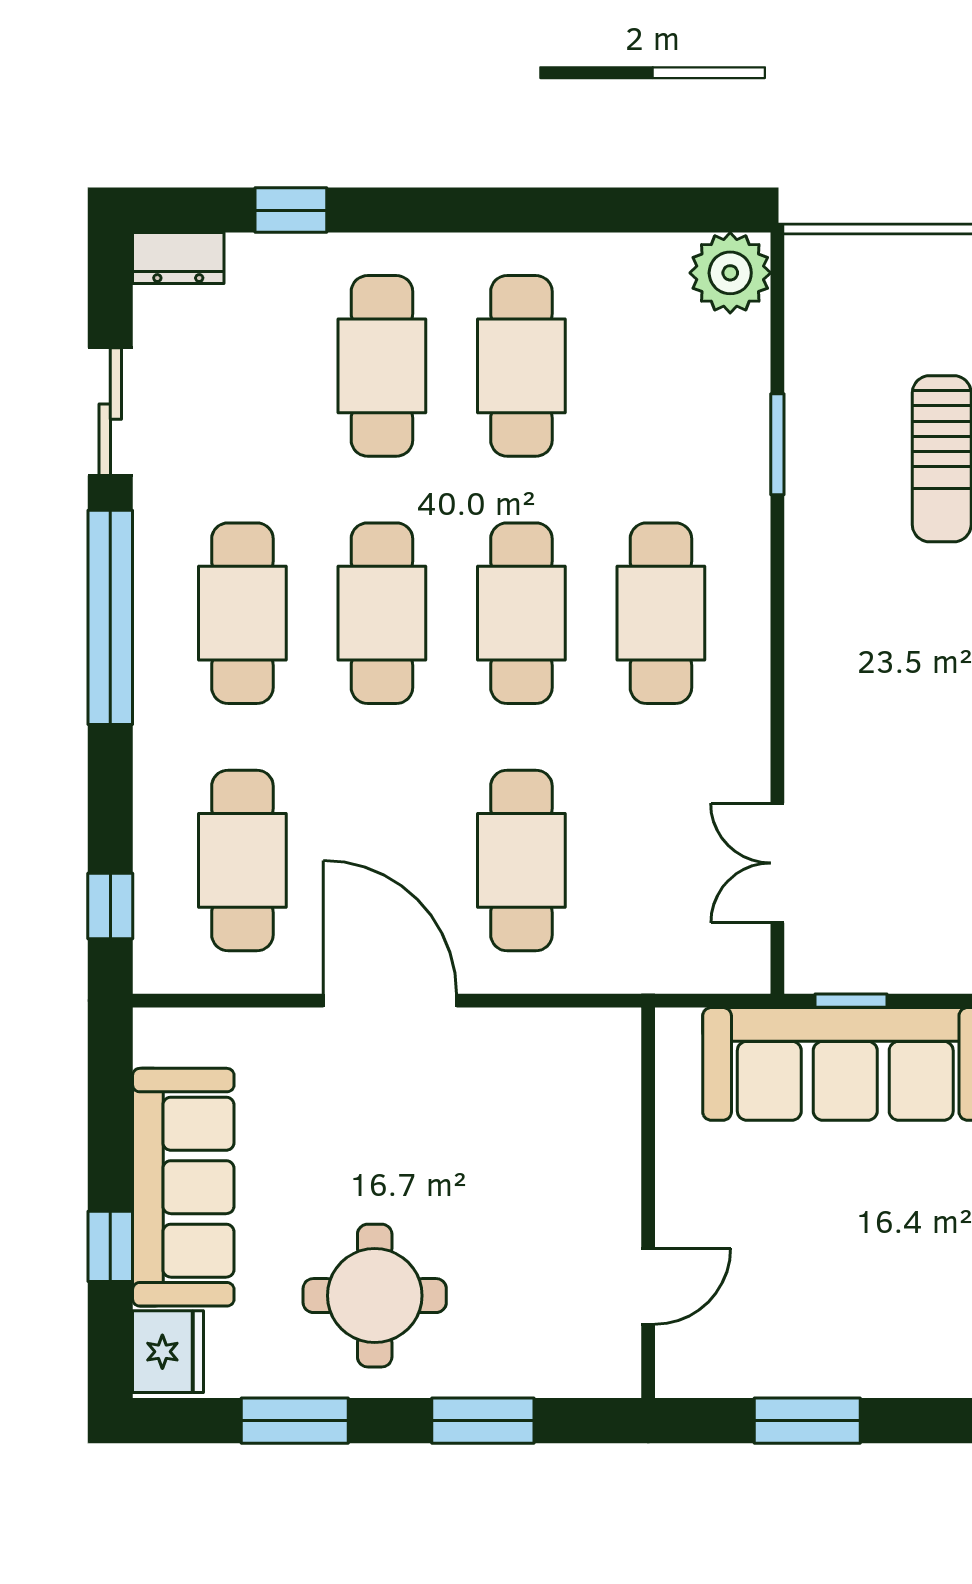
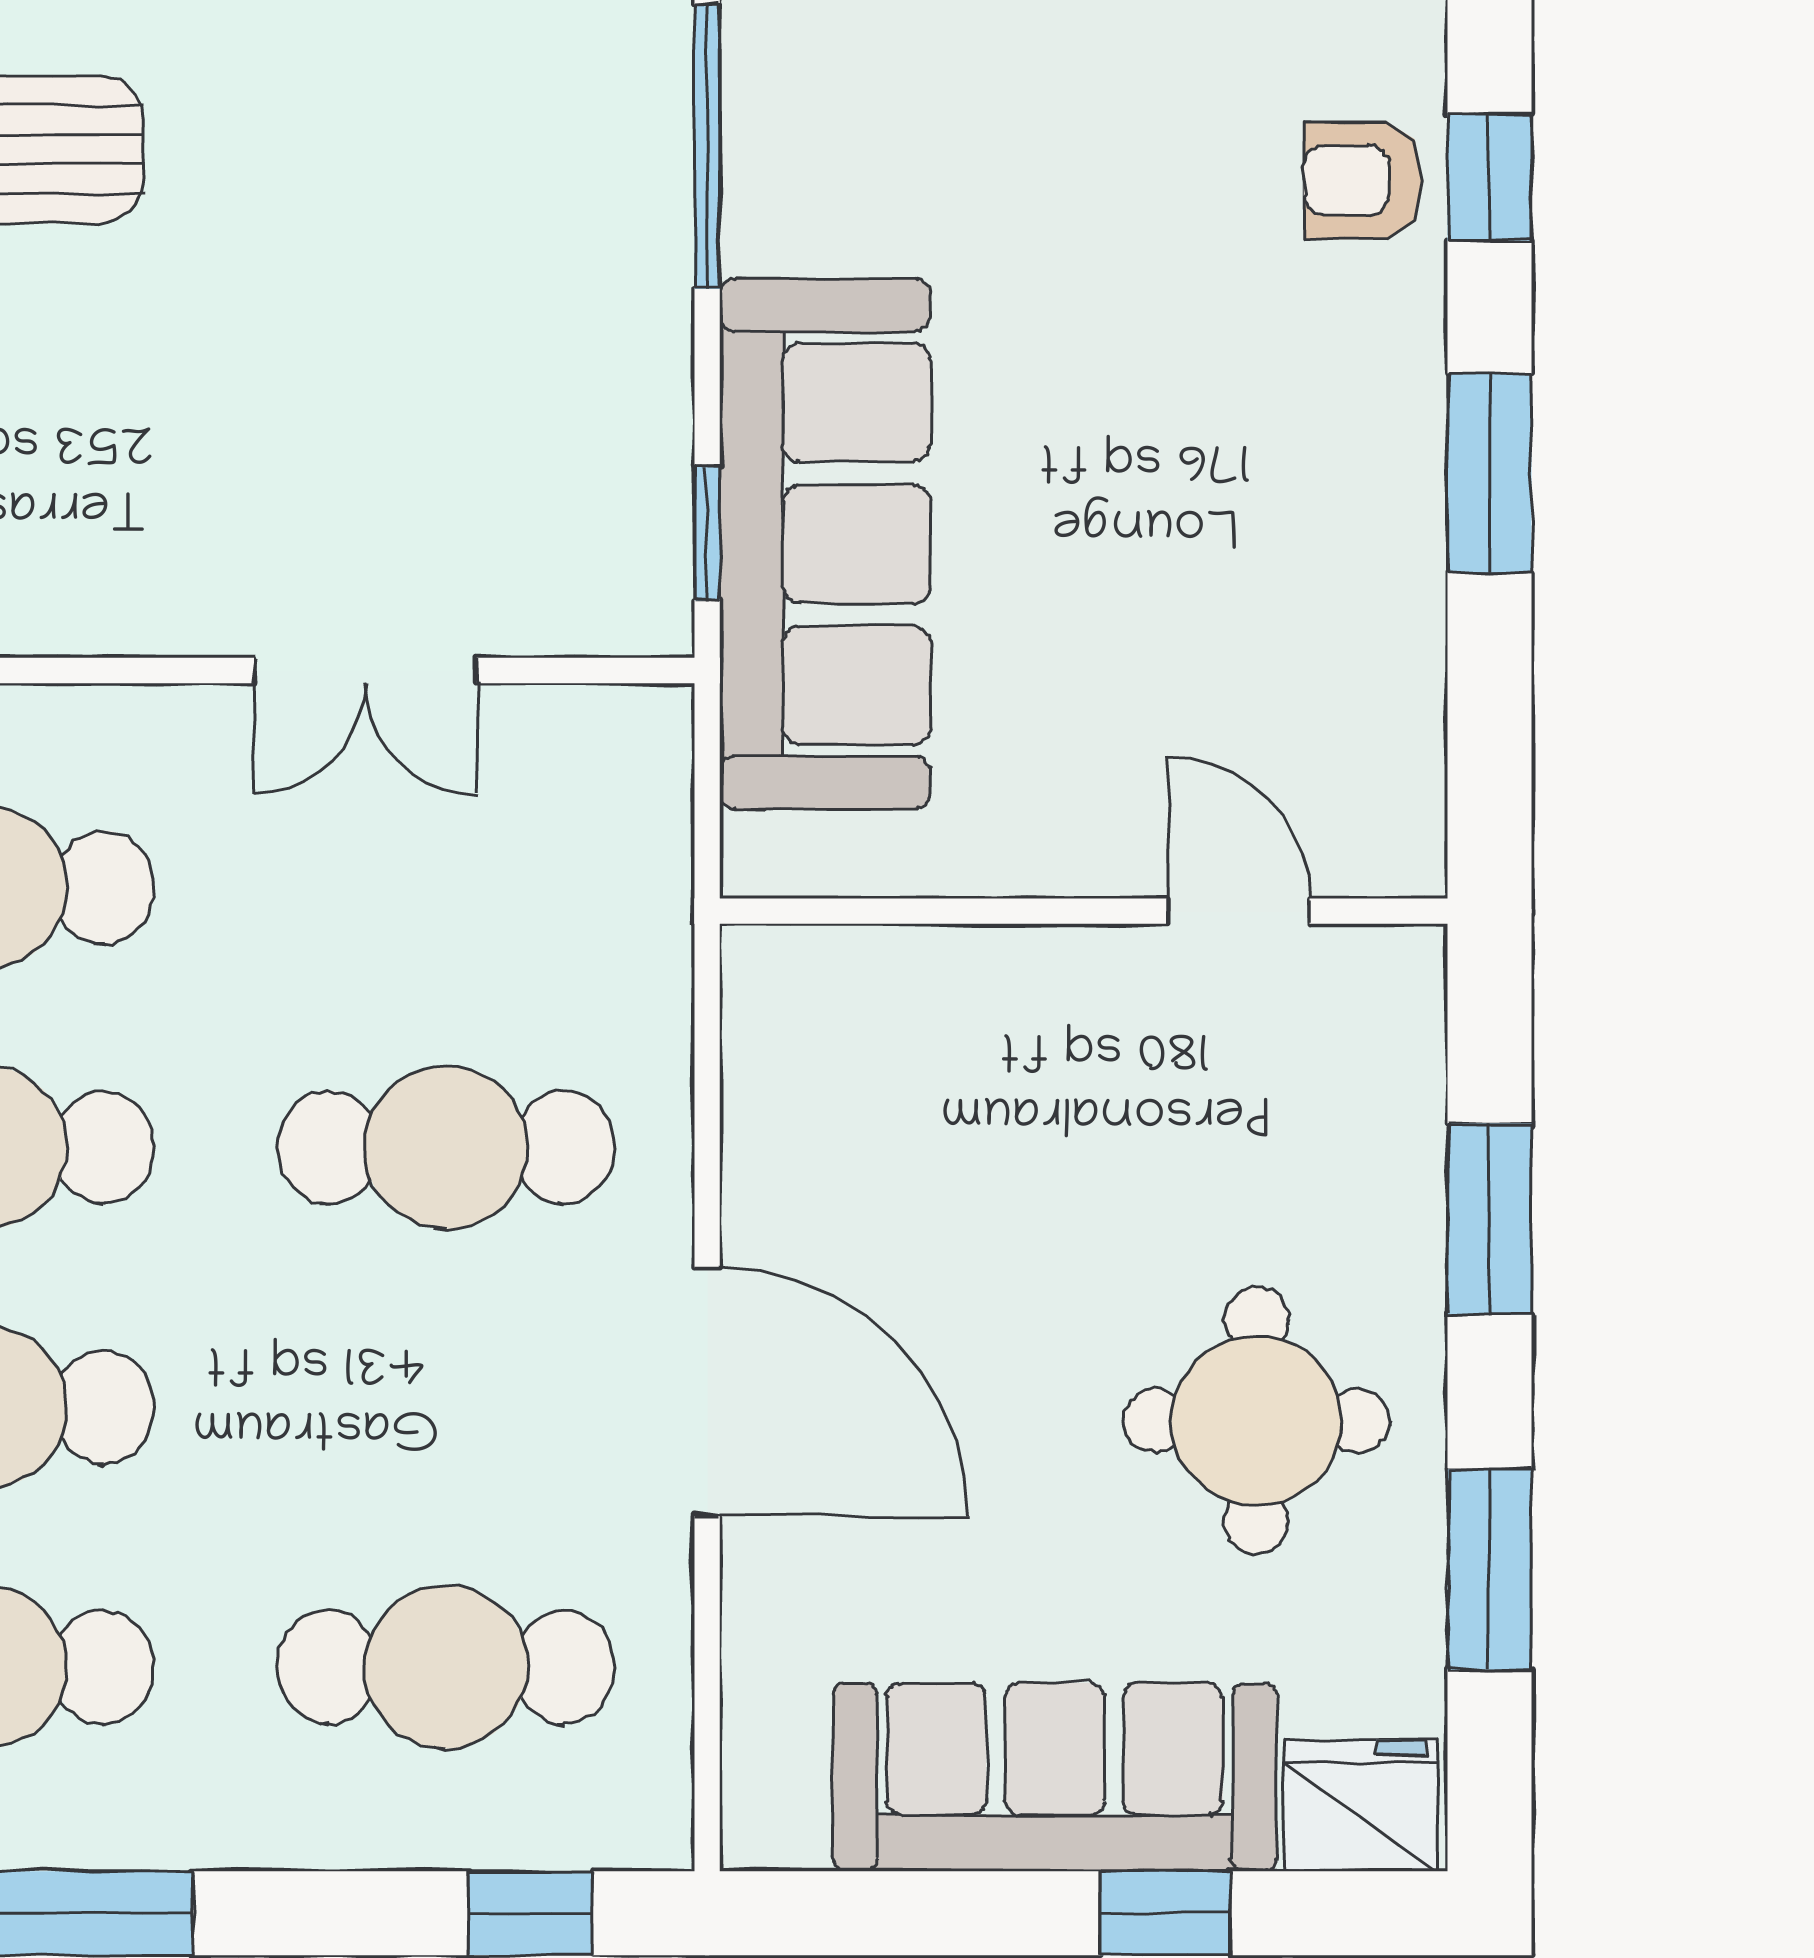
double door: (777, 863) -> (365, 671), moved
door: (390, 1001) -> (707, 1392), swing flipped
window: (807, 1421) -> (1490, 473), moved

